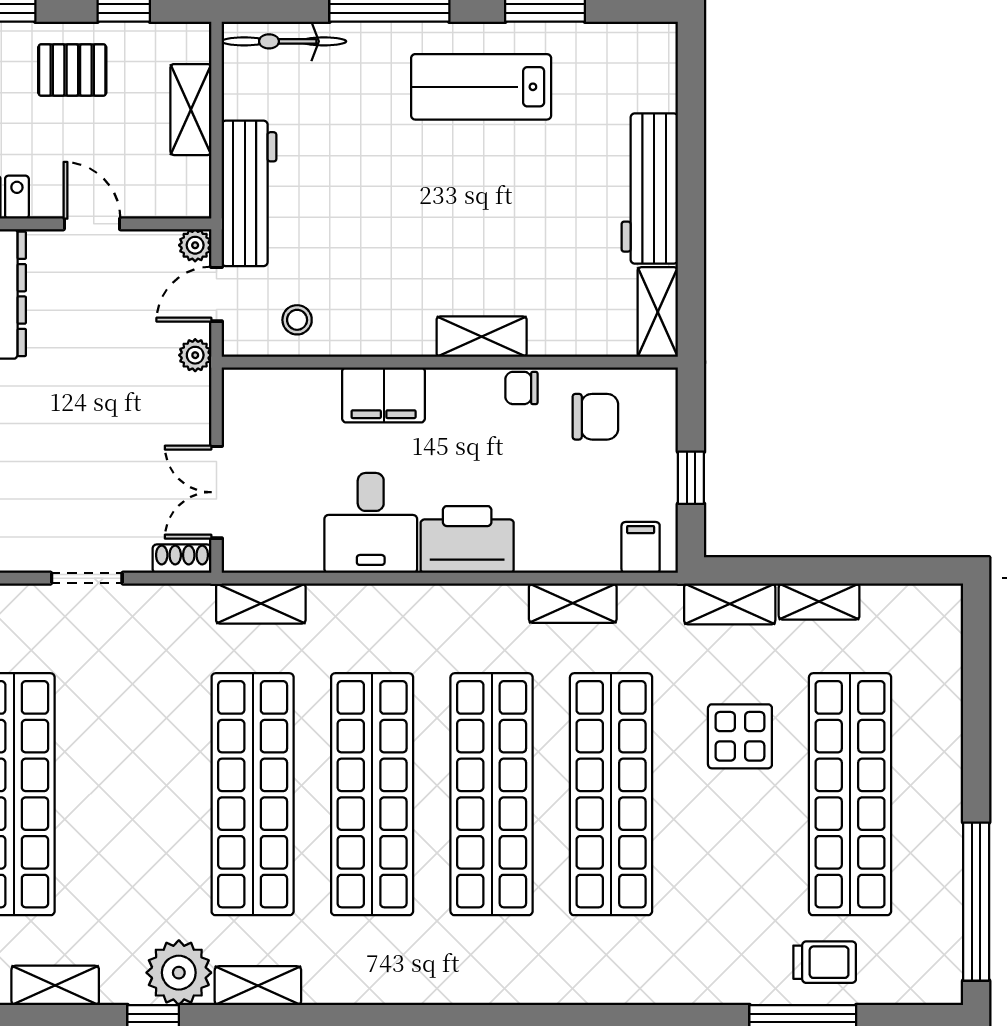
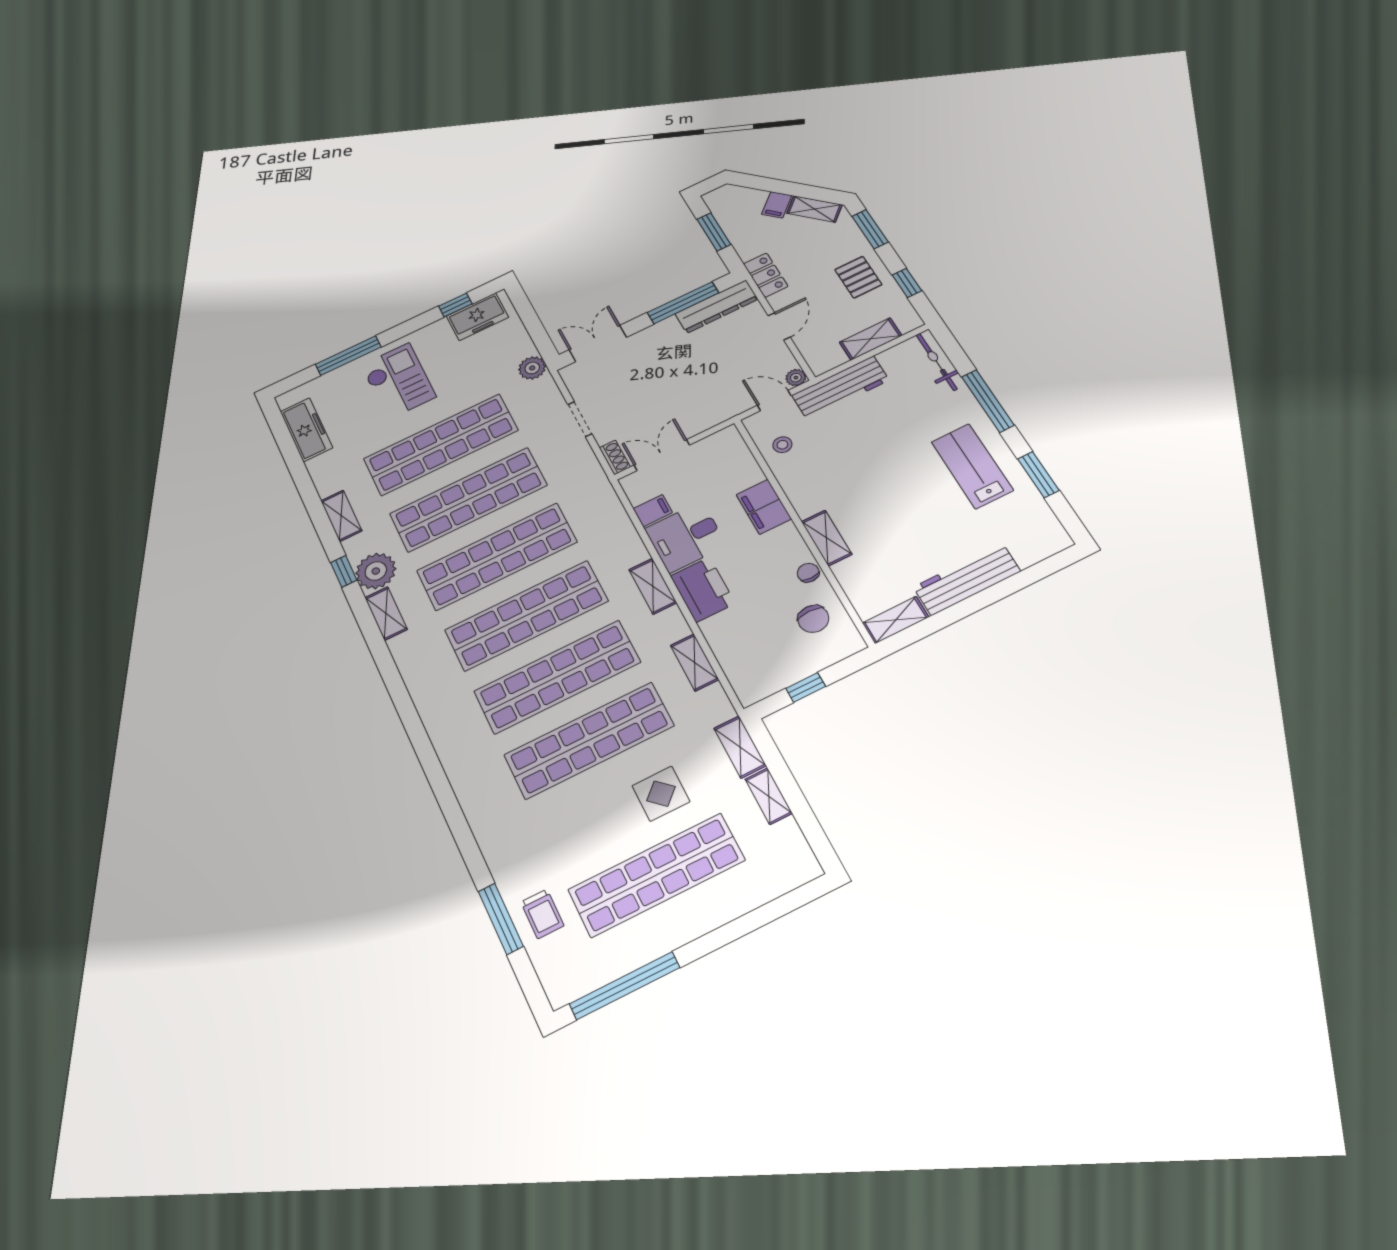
plant: (195, 355) -> (734, 408), removed
filing cabinet: (641, 547) -> (653, 511), moved
shelving: (261, 604) -> (653, 586), moved
shop shelf: (133, 794) -> (468, 500), added

